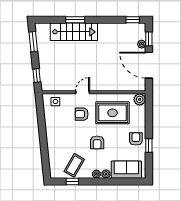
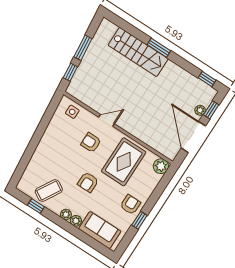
window: (75, 20) -> (159, 48), moved
window: (33, 42) -> (83, 48), moved
rug: (112, 113) -> (124, 162), turned 90

